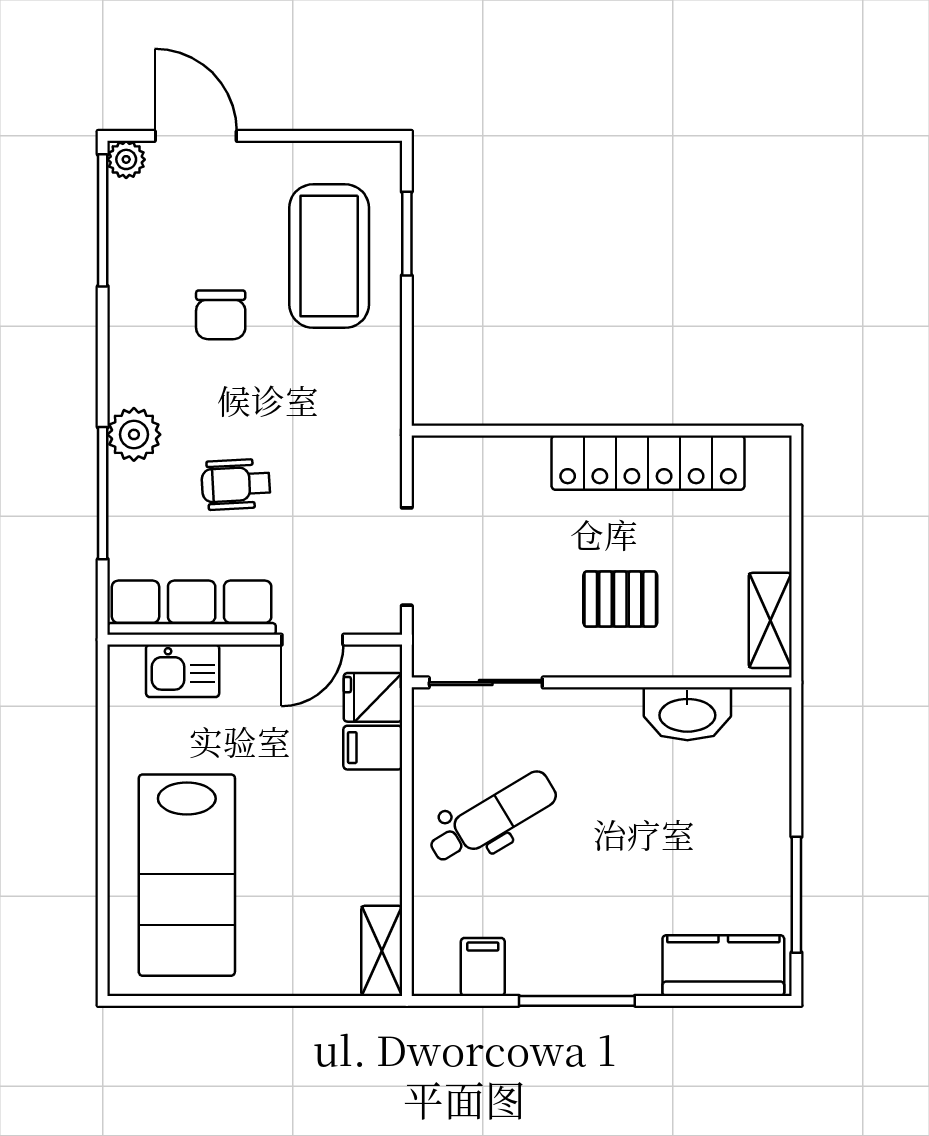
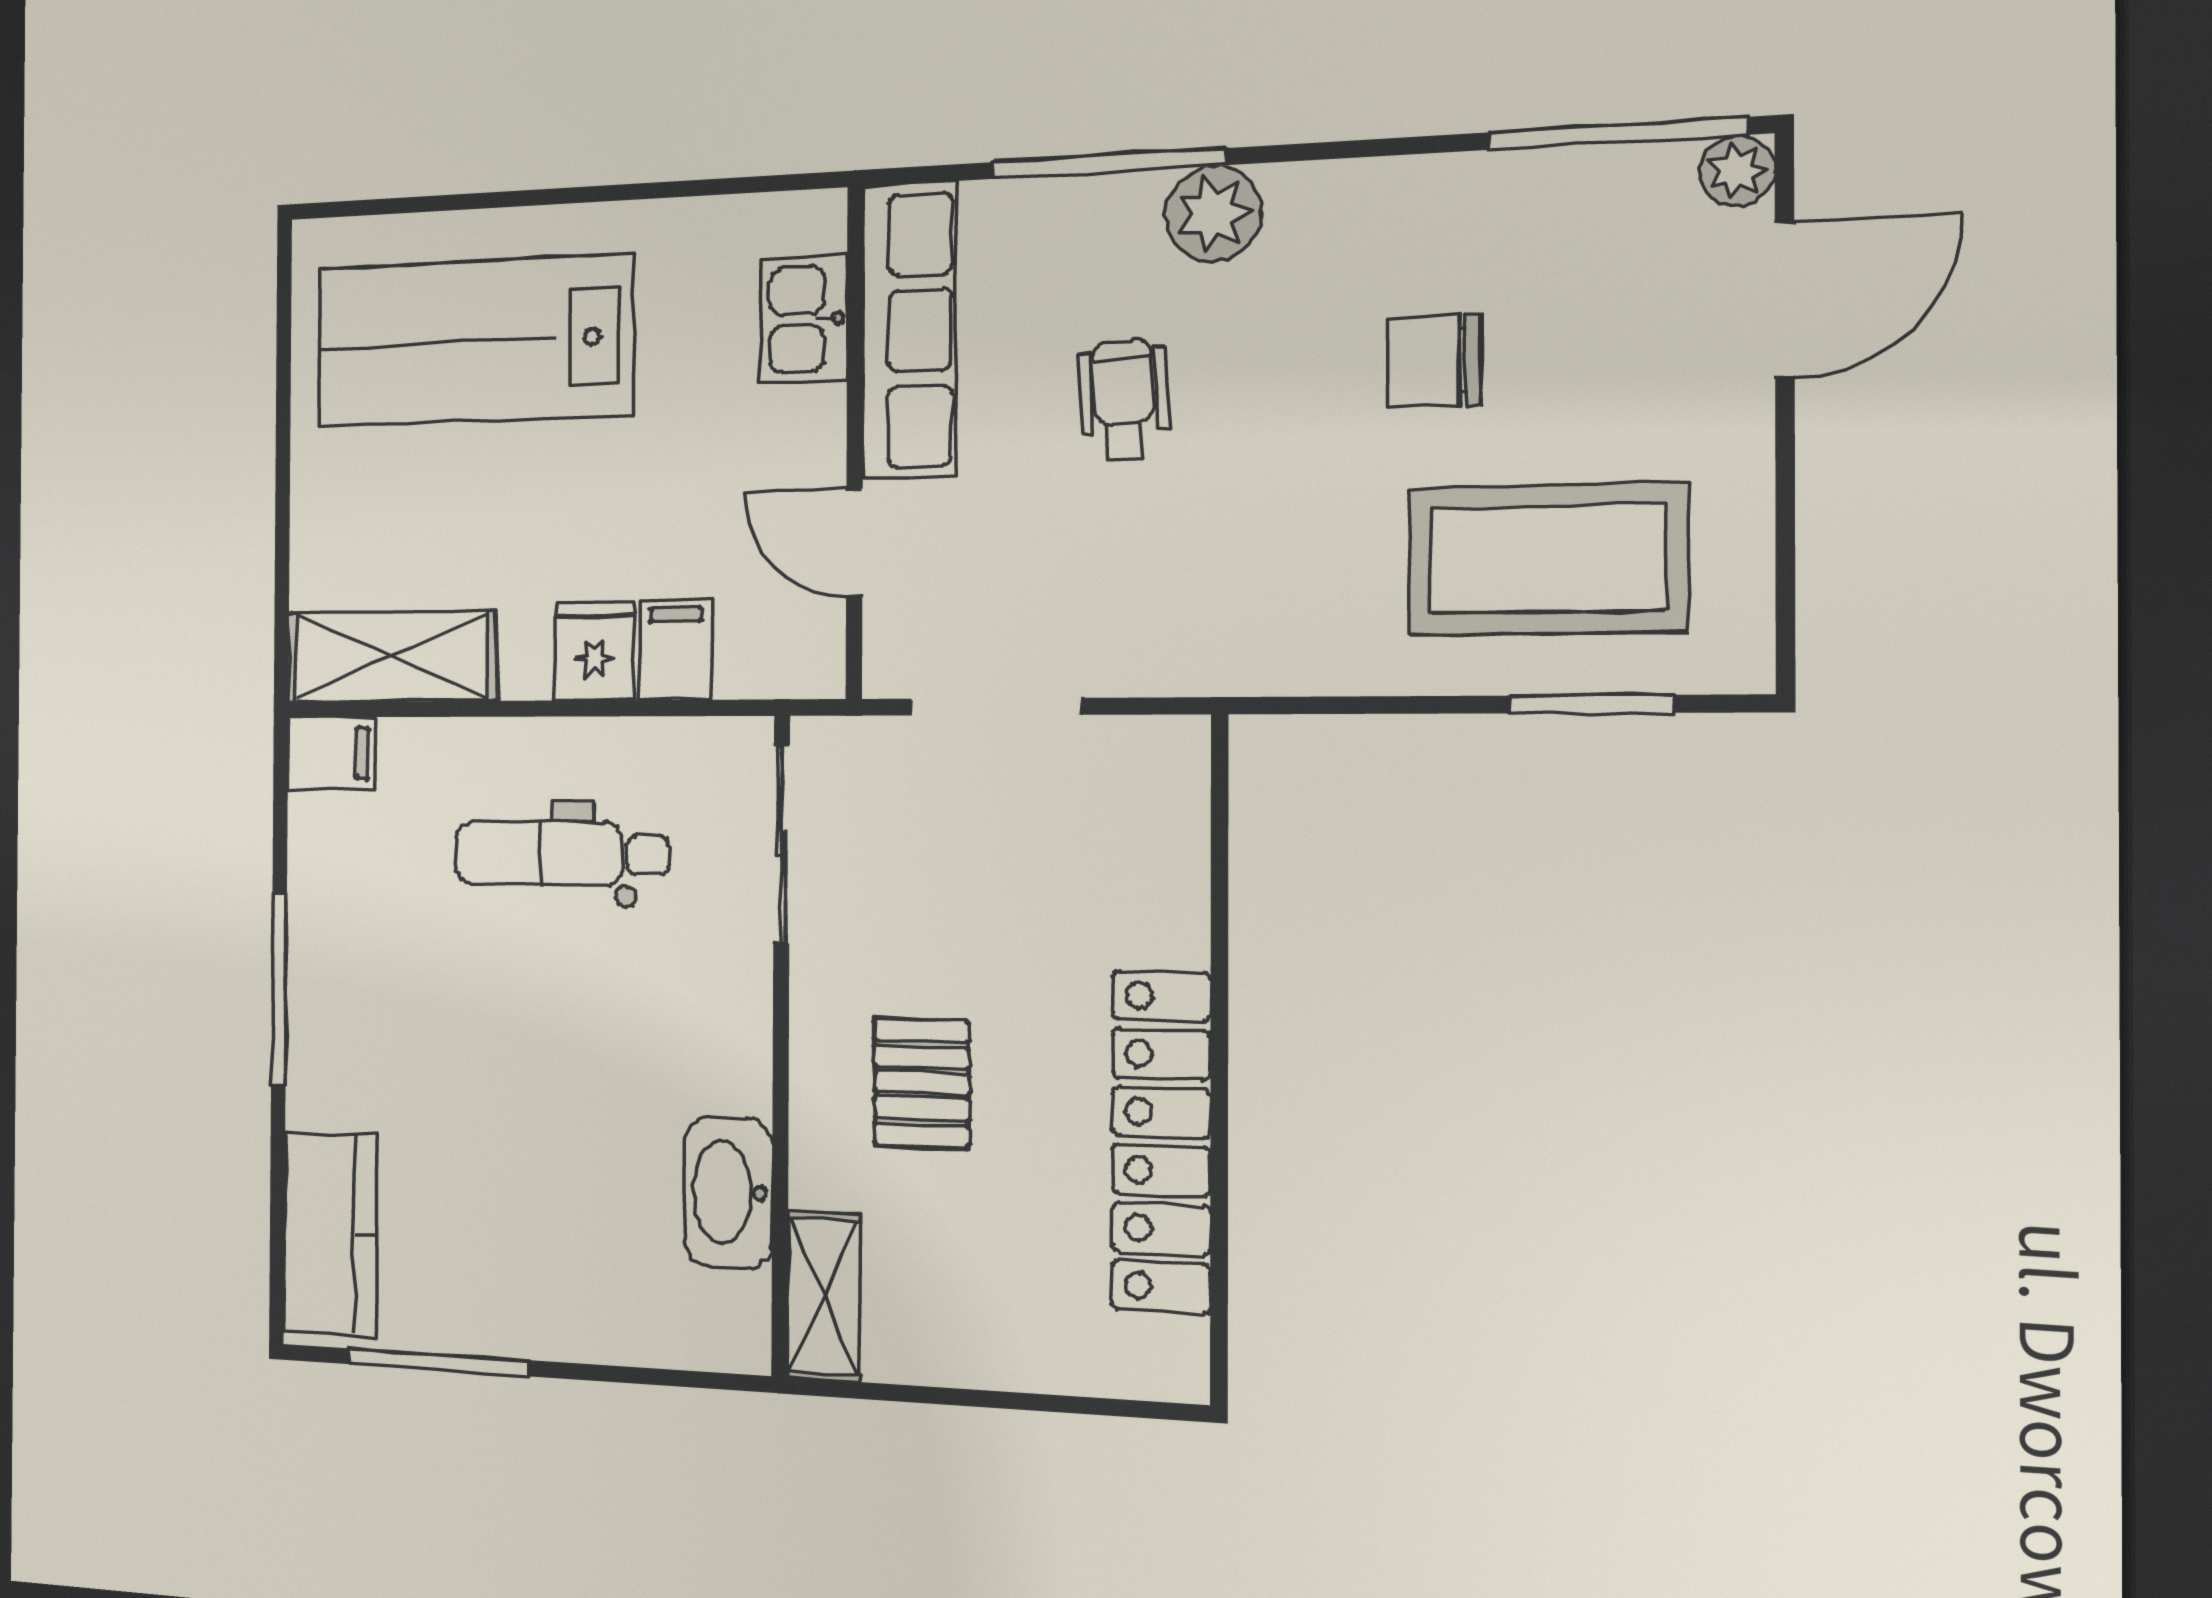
shelving: (770, 620) -> (824, 1296), moved, turned 90
fridge: (373, 697) -> (595, 651), moved
dental chair: (492, 818) -> (562, 854), turned 121
shelving: (382, 951) -> (391, 656), width x1.50, depth x1.33
filing cabinet: (483, 967) -> (332, 753), moved

